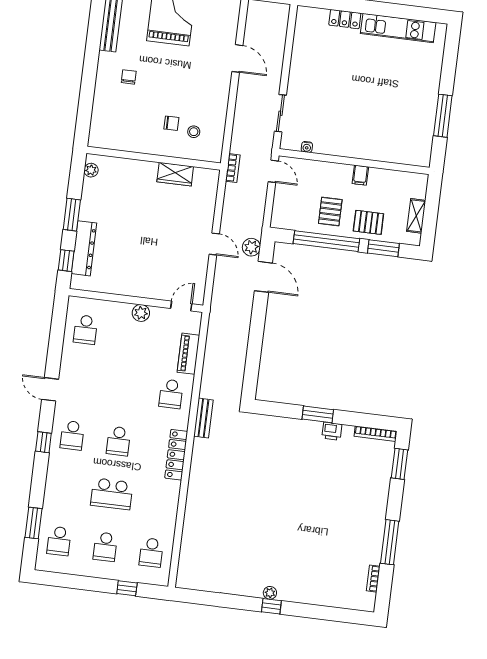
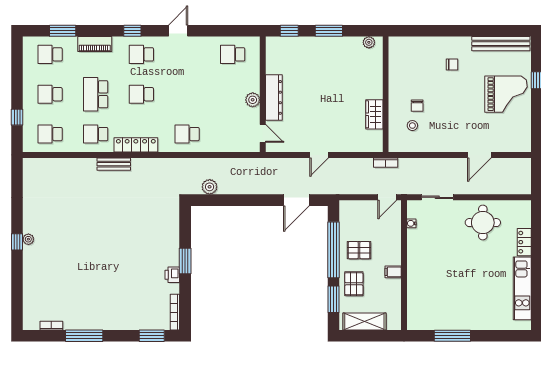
round table: (316, 64) -> (483, 223), added
shelving: (416, 216) -> (364, 322), width x1.50, depth x1.33
plant: (251, 247) -> (210, 187), moved
dresser: (84, 248) -> (274, 97), moved, turned -90
piano: (188, 354) -> (95, 44), moved, turned 180
bench: (203, 418) -> (114, 164), moved
school desk: (158, 500) -> (96, 134), added

